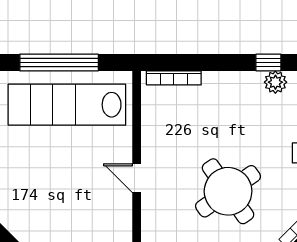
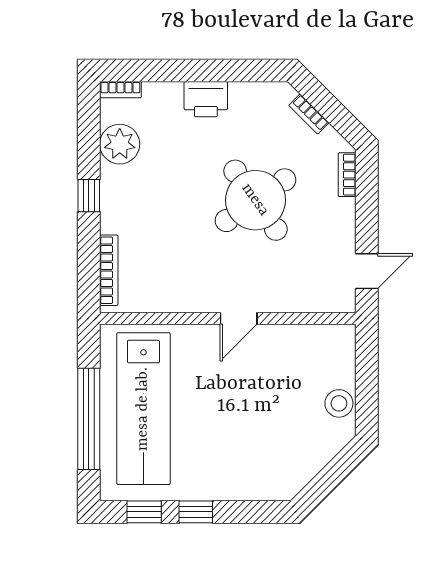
window: (268, 62) -> (89, 196), moved
plant: (275, 82) -> (120, 144), width x1.36, depth x1.36

